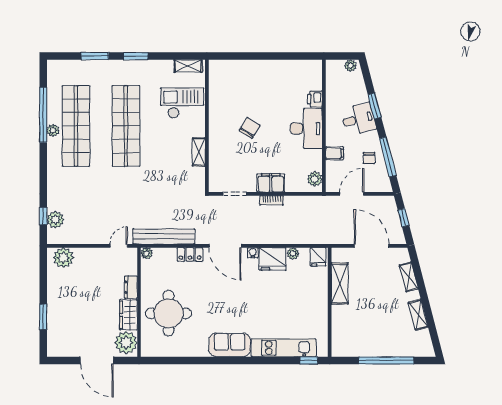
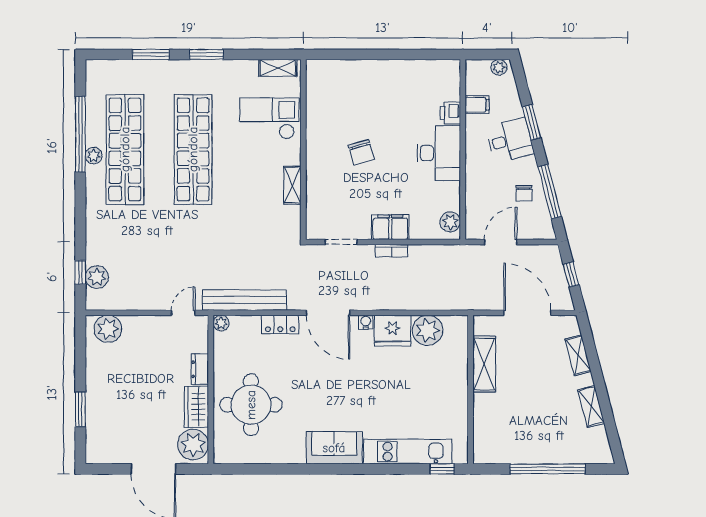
chair: (250, 128) -> (361, 152), turned 132
filing cabinet: (335, 153) -> (477, 105), moved
plant: (293, 254) -> (428, 330), width x1.88, depth x1.88
fridge: (318, 257) -> (455, 328), removed

